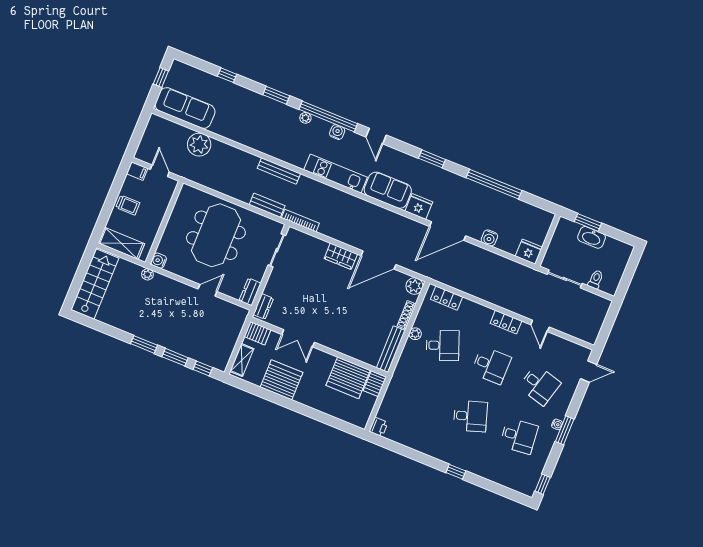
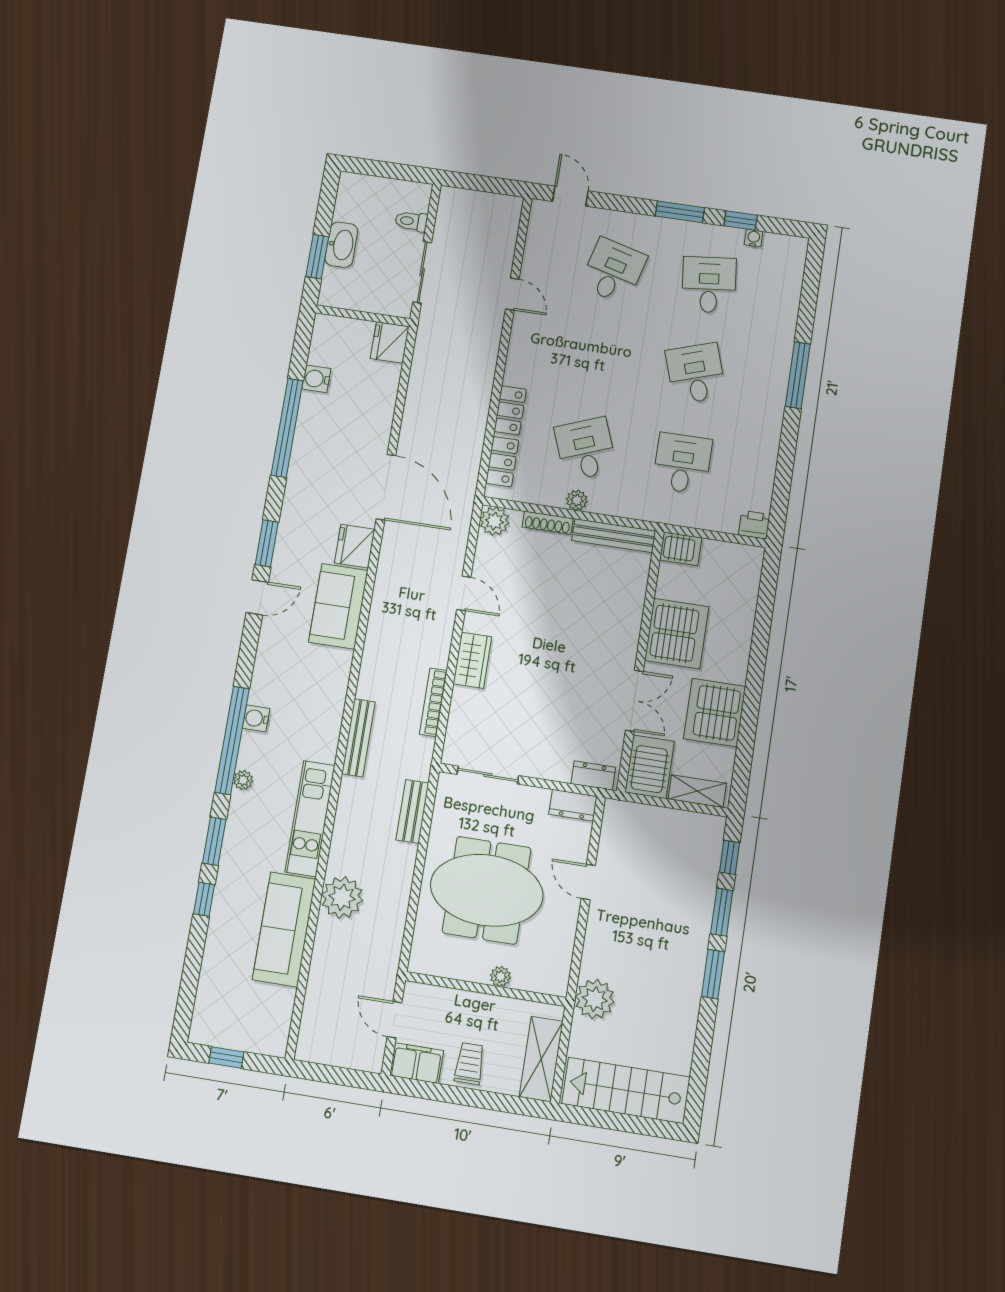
window: (227, 75) -> (204, 899), moved
sofa: (185, 108) -> (284, 929), moved
door: (376, 136) -> (257, 597), moved
plant: (199, 145) -> (342, 897), moved
filing cabinet: (137, 171) -> (417, 1063), width x2.00
door: (160, 171) -> (395, 1020), hinge flipped
bench: (279, 171) -> (358, 738), moved
kitchen unit: (336, 174) -> (310, 819), moved
bookcase: (300, 221) -> (433, 702), moved
plant: (169, 232) -> (500, 977), added
water cooler: (489, 238) -> (316, 379), moved, turned 180
door: (379, 260) -> (464, 593), width x0.53
water cooler: (159, 261) -> (556, 983), removed
plant: (148, 274) -> (595, 999), width x1.87, depth x1.87
locker: (506, 322) -> (510, 410), moved
door: (540, 326) -> (512, 294), hinge flipped
server rack: (257, 333) -> (650, 767), width x1.36, depth x1.44
desk: (491, 365) -> (682, 463), moved
server rack: (348, 378) -> (677, 634), moved
water cooler: (557, 424) -> (754, 238), moved
window: (456, 472) -> (798, 375), width x2.17
window: (543, 484) -> (741, 220), moved

